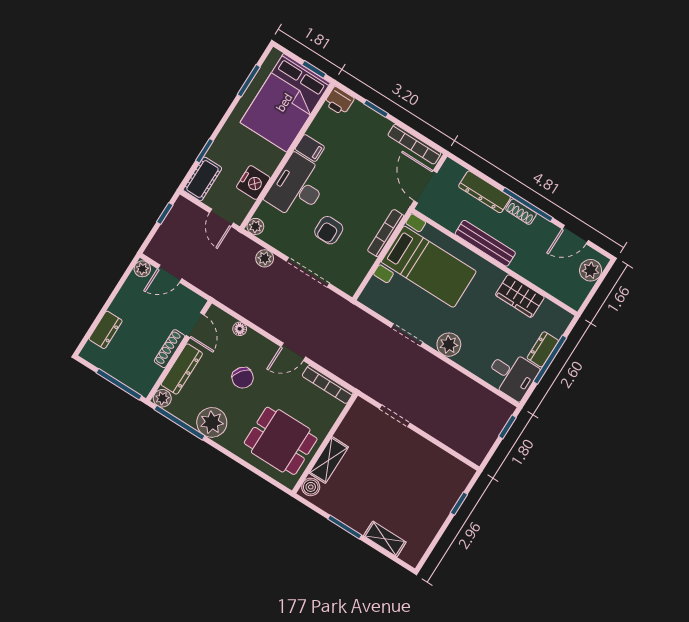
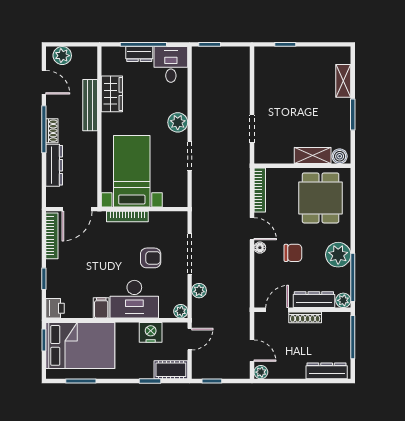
bench: (485, 243) -> (90, 105), moved
floor lamp: (240, 329) -> (260, 248), moved
dresser: (106, 330) -> (327, 371), width x1.44
chair: (243, 378) -> (293, 253), turned 52

